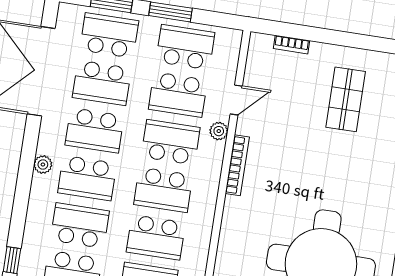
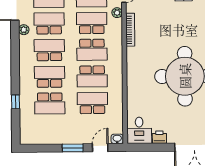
school desk: (95, 130) -> (49, 23), turned 180
plant: (43, 165) -> (24, 30), moved
school desk: (87, 178) -> (49, 50), turned 180

